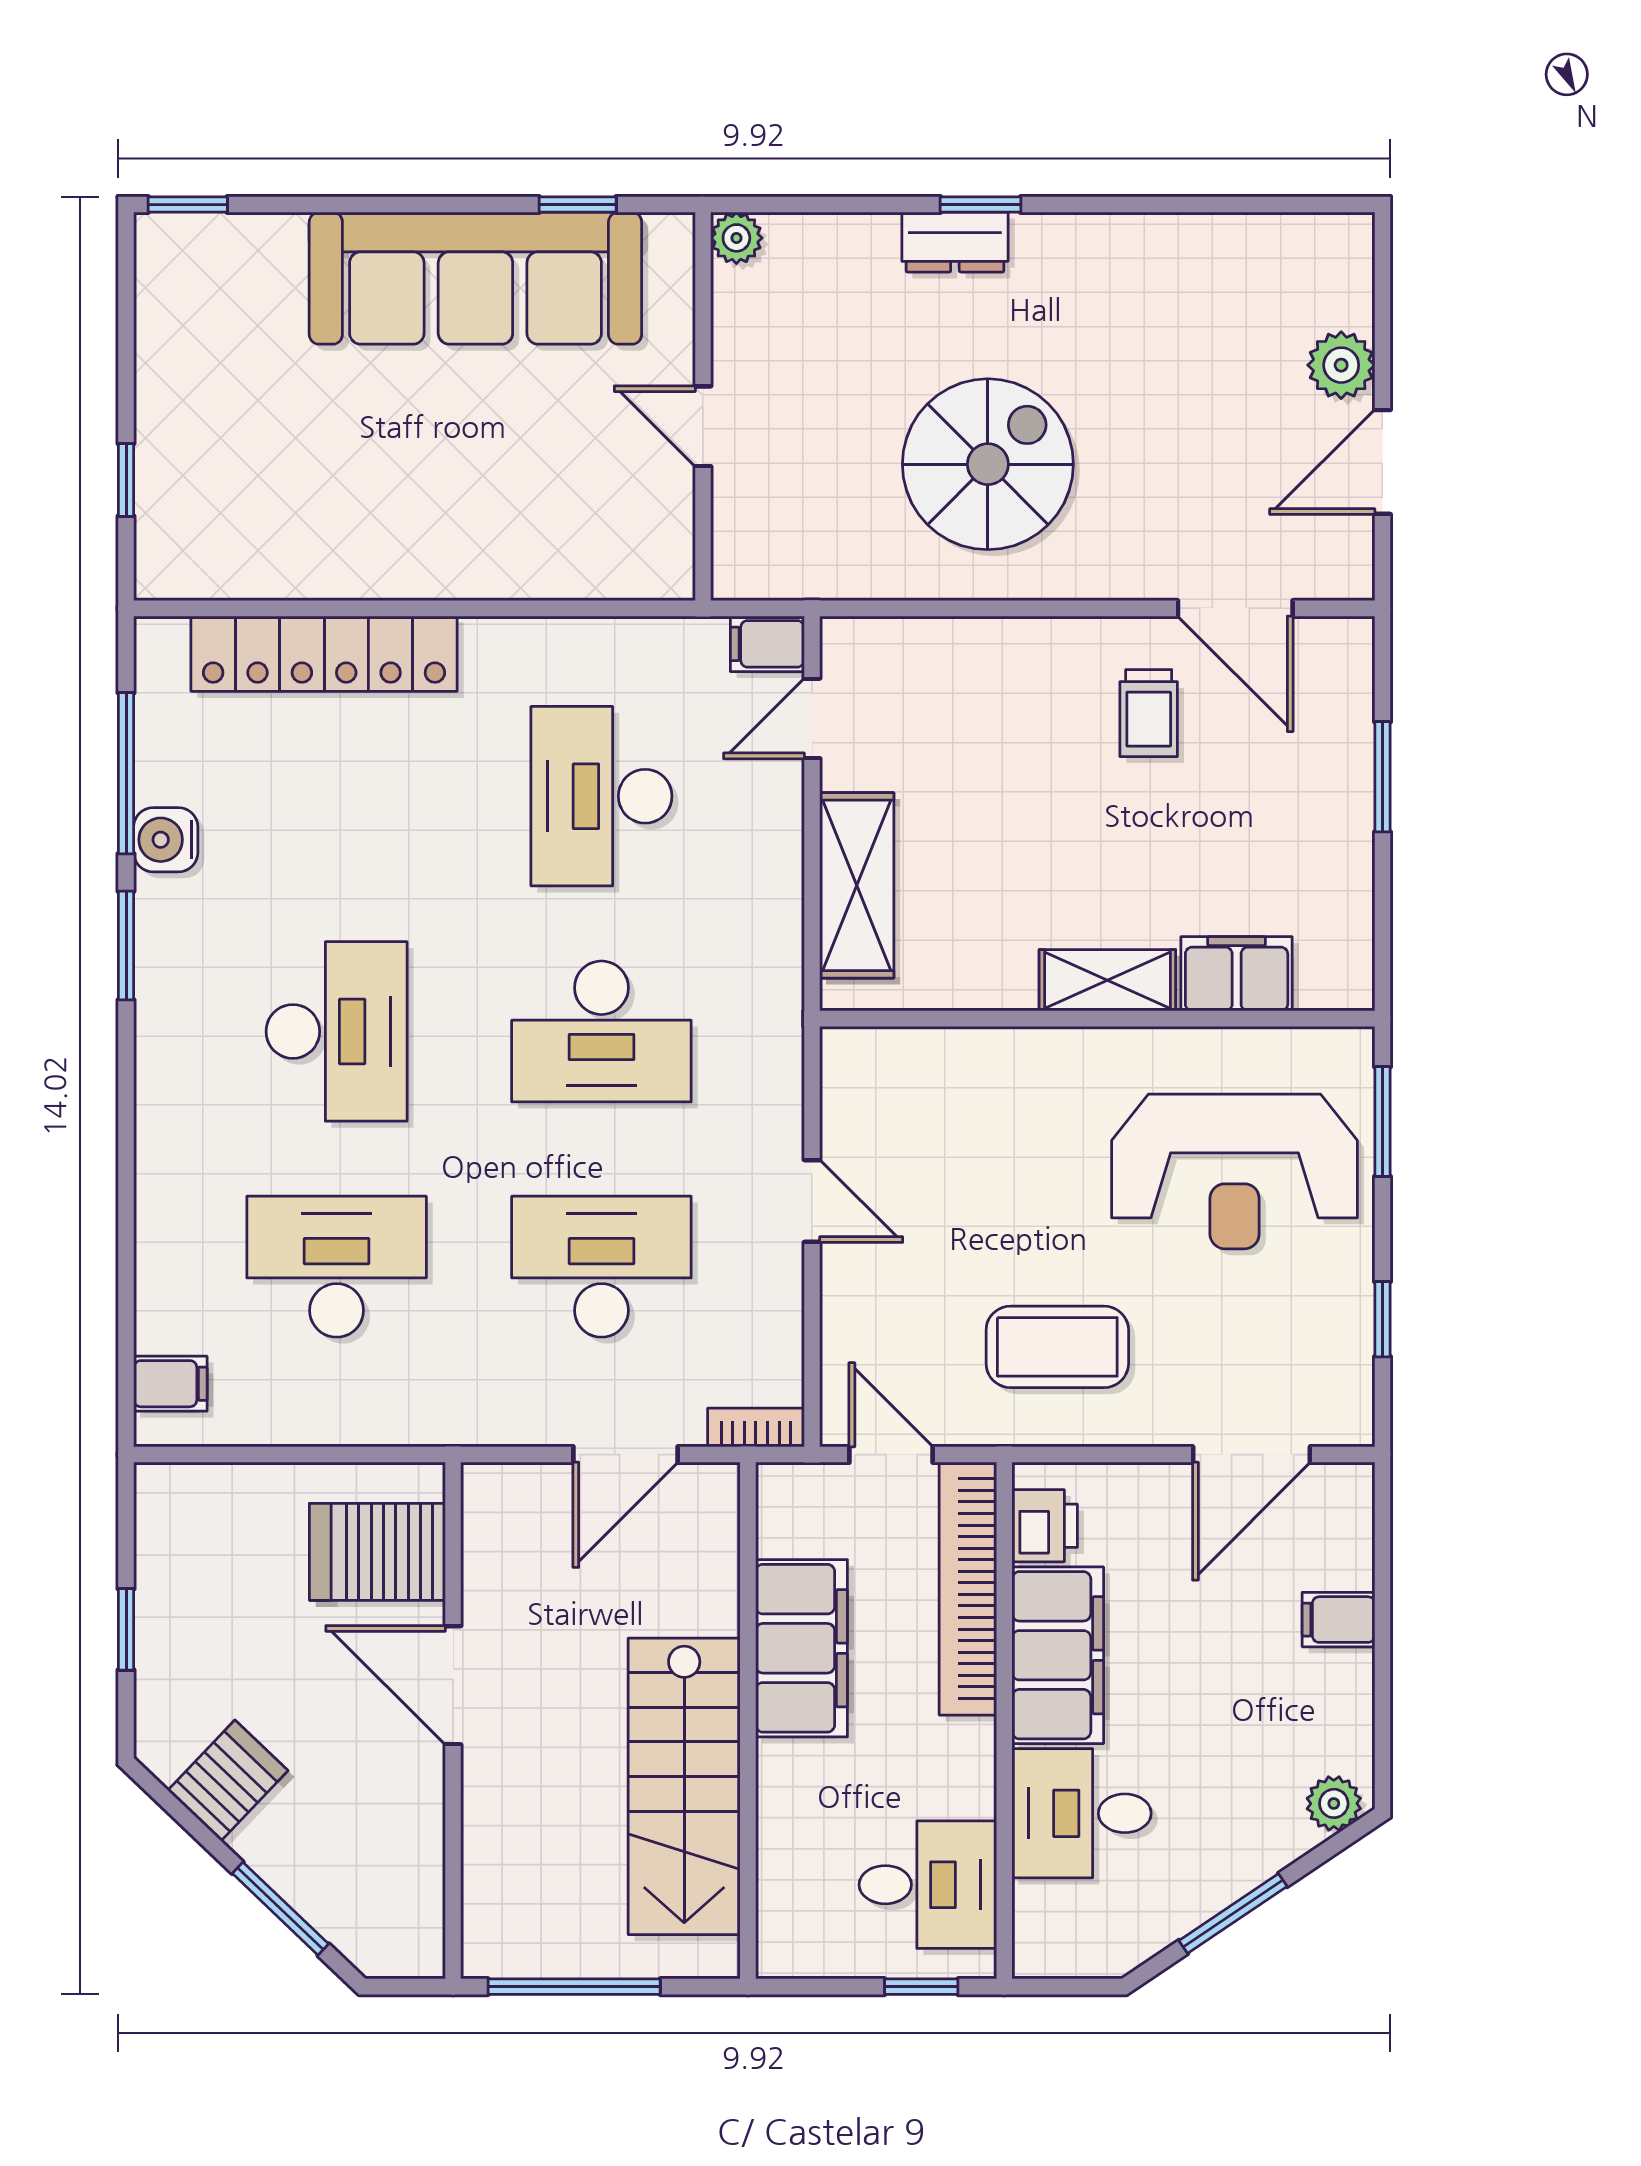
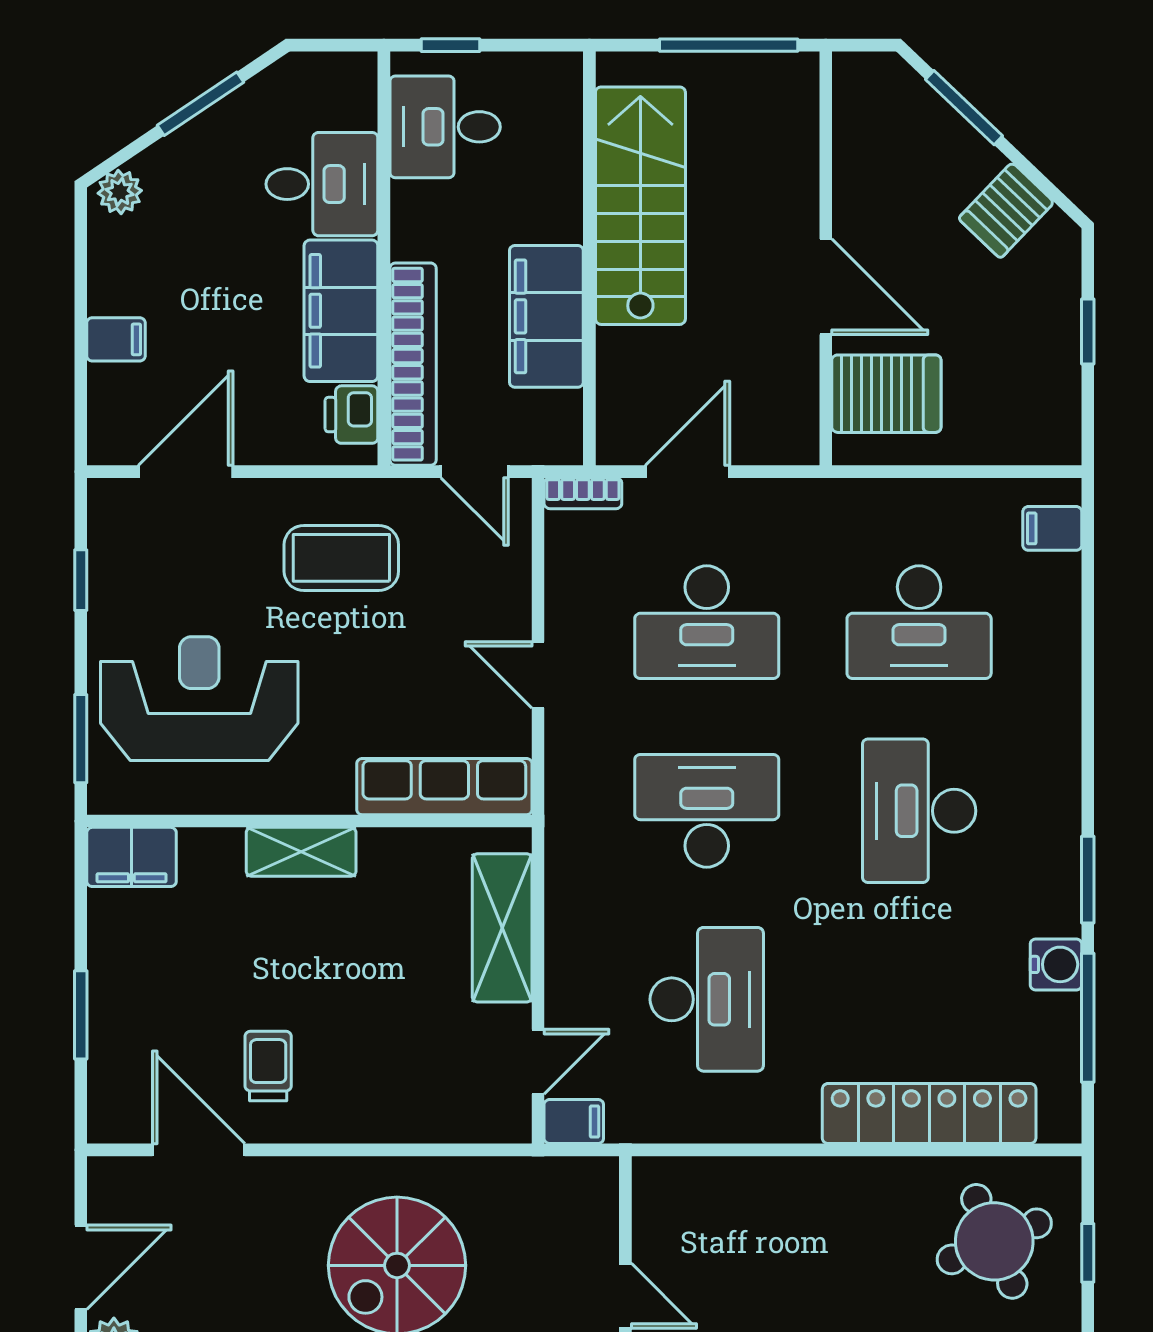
round table: (243, 494) -> (994, 1241), added
filing cabinet: (1237, 974) -> (131, 857), moved
row of seats: (929, 1062) -> (444, 787), added

